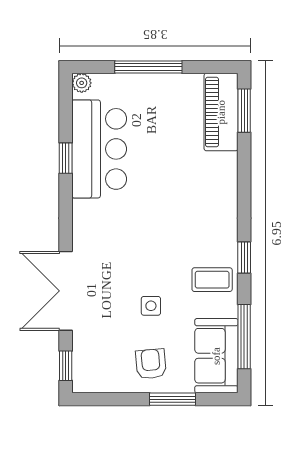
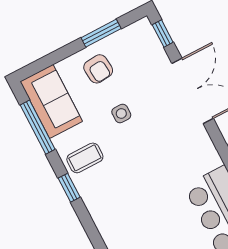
window: (173, 399) -> (101, 33), moved

